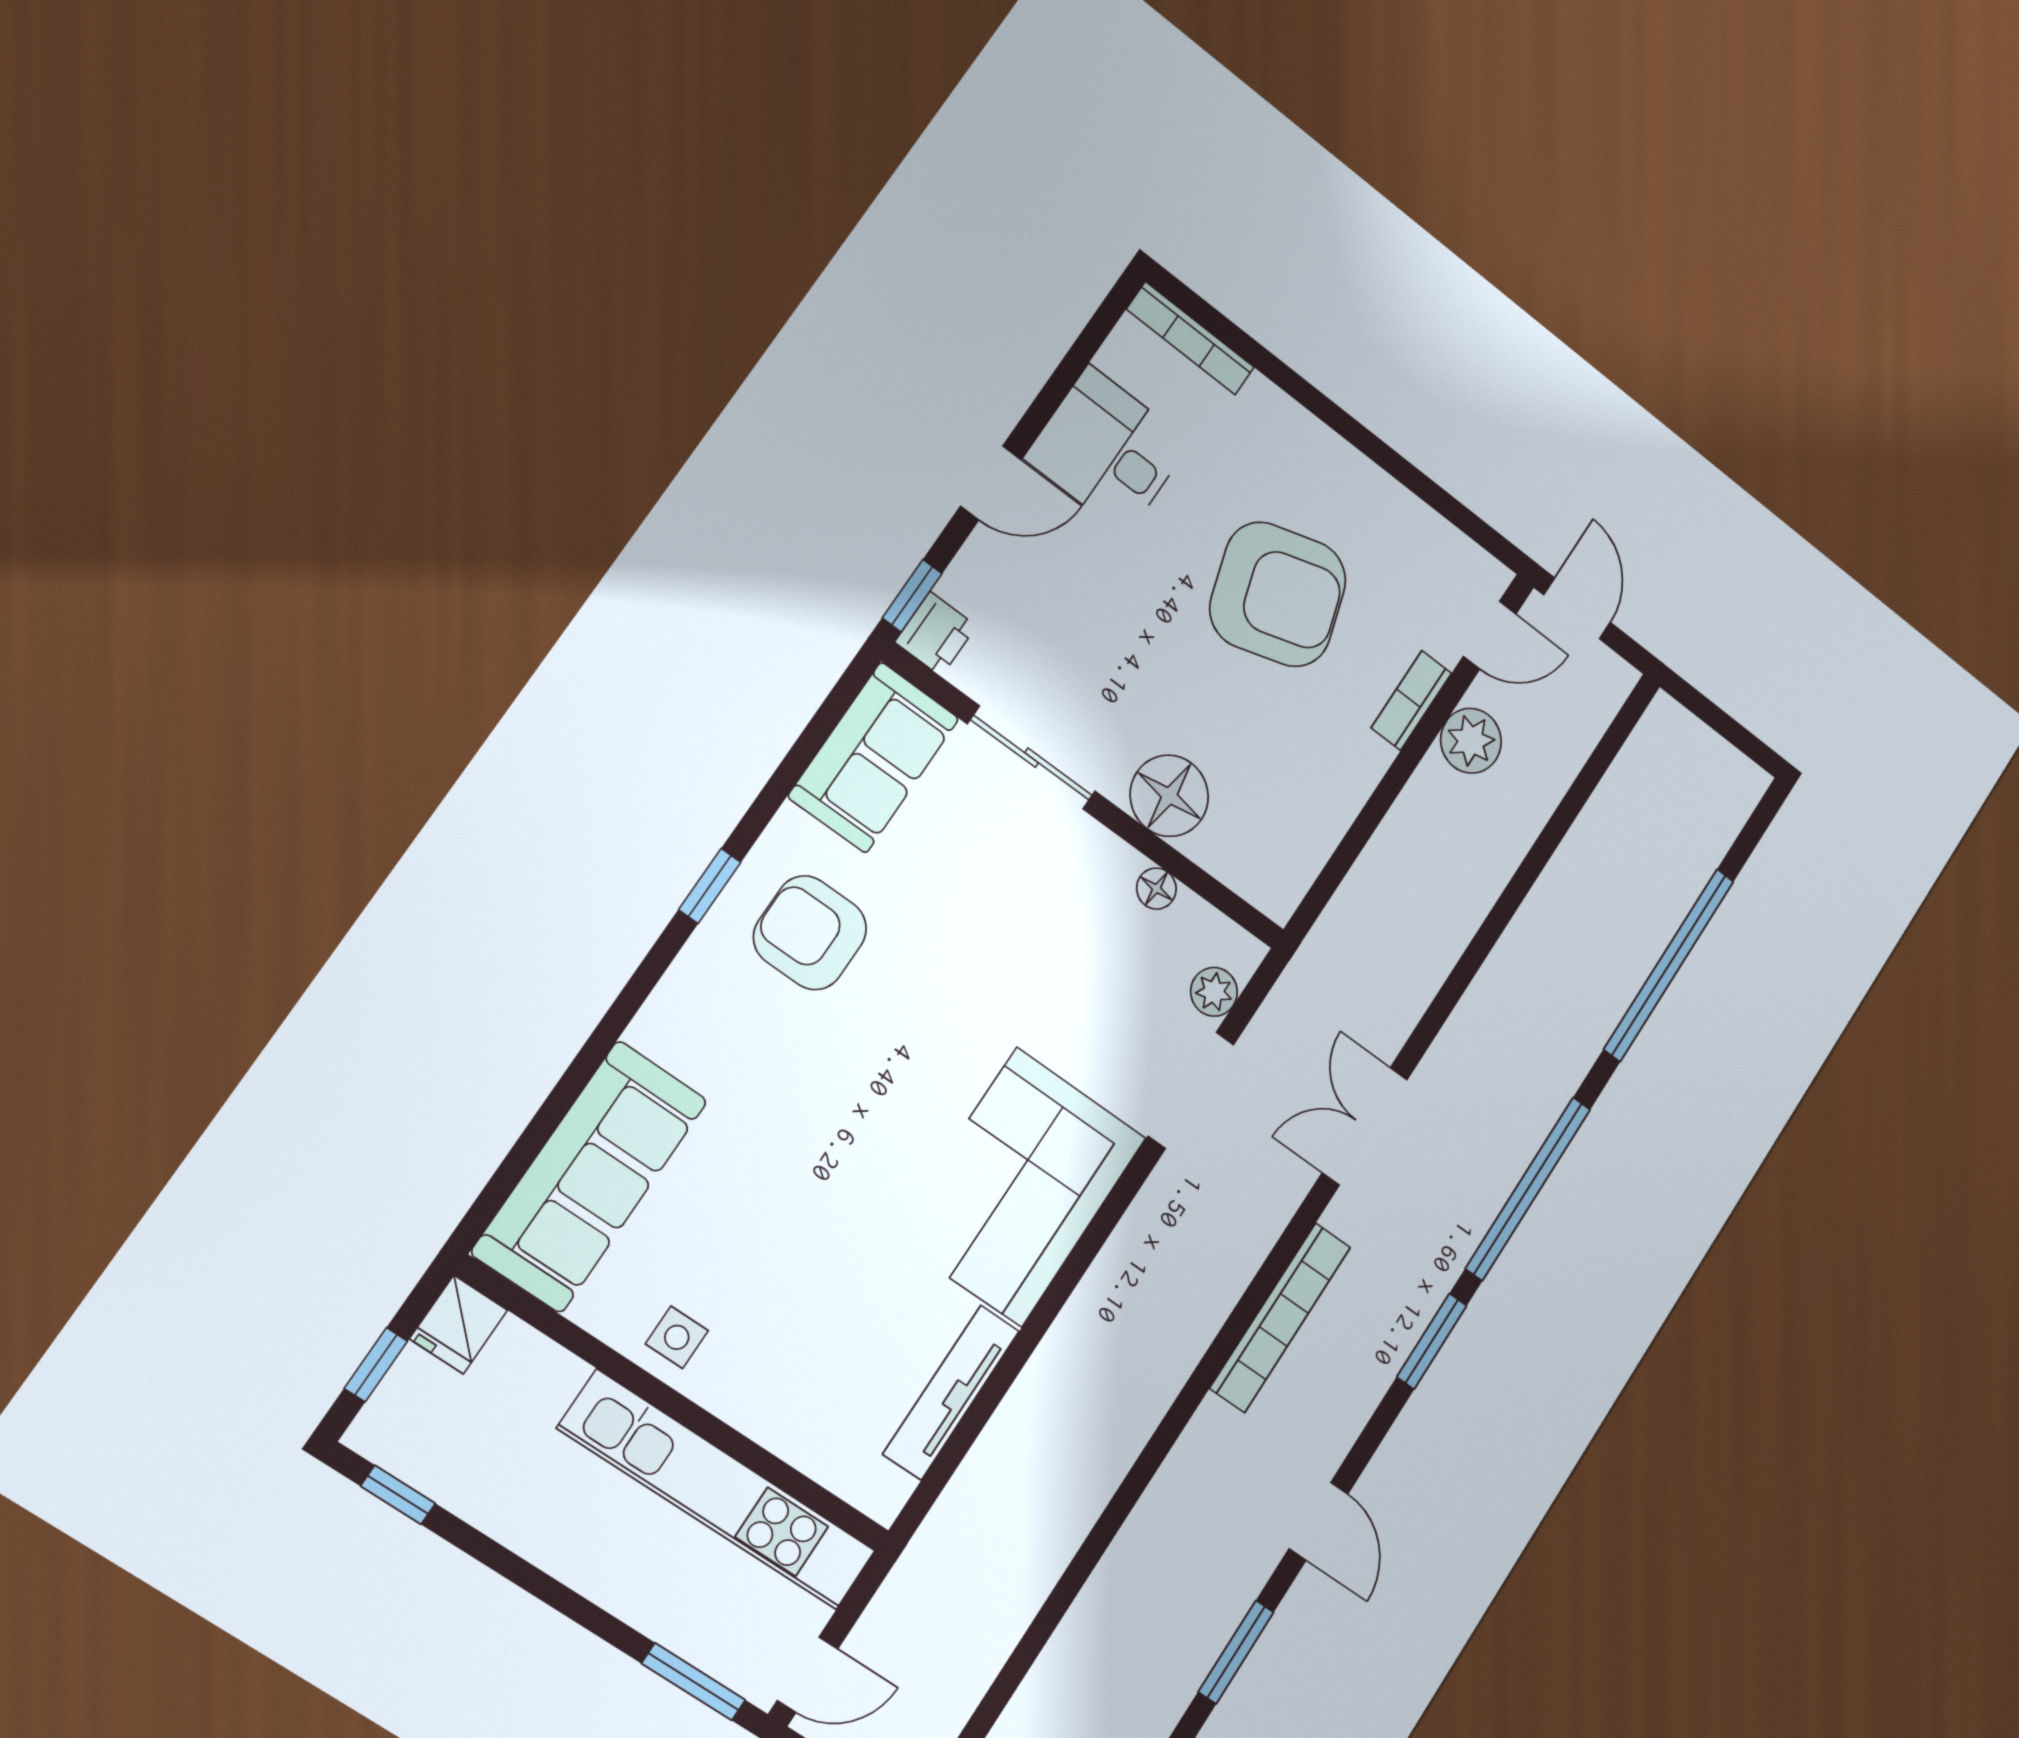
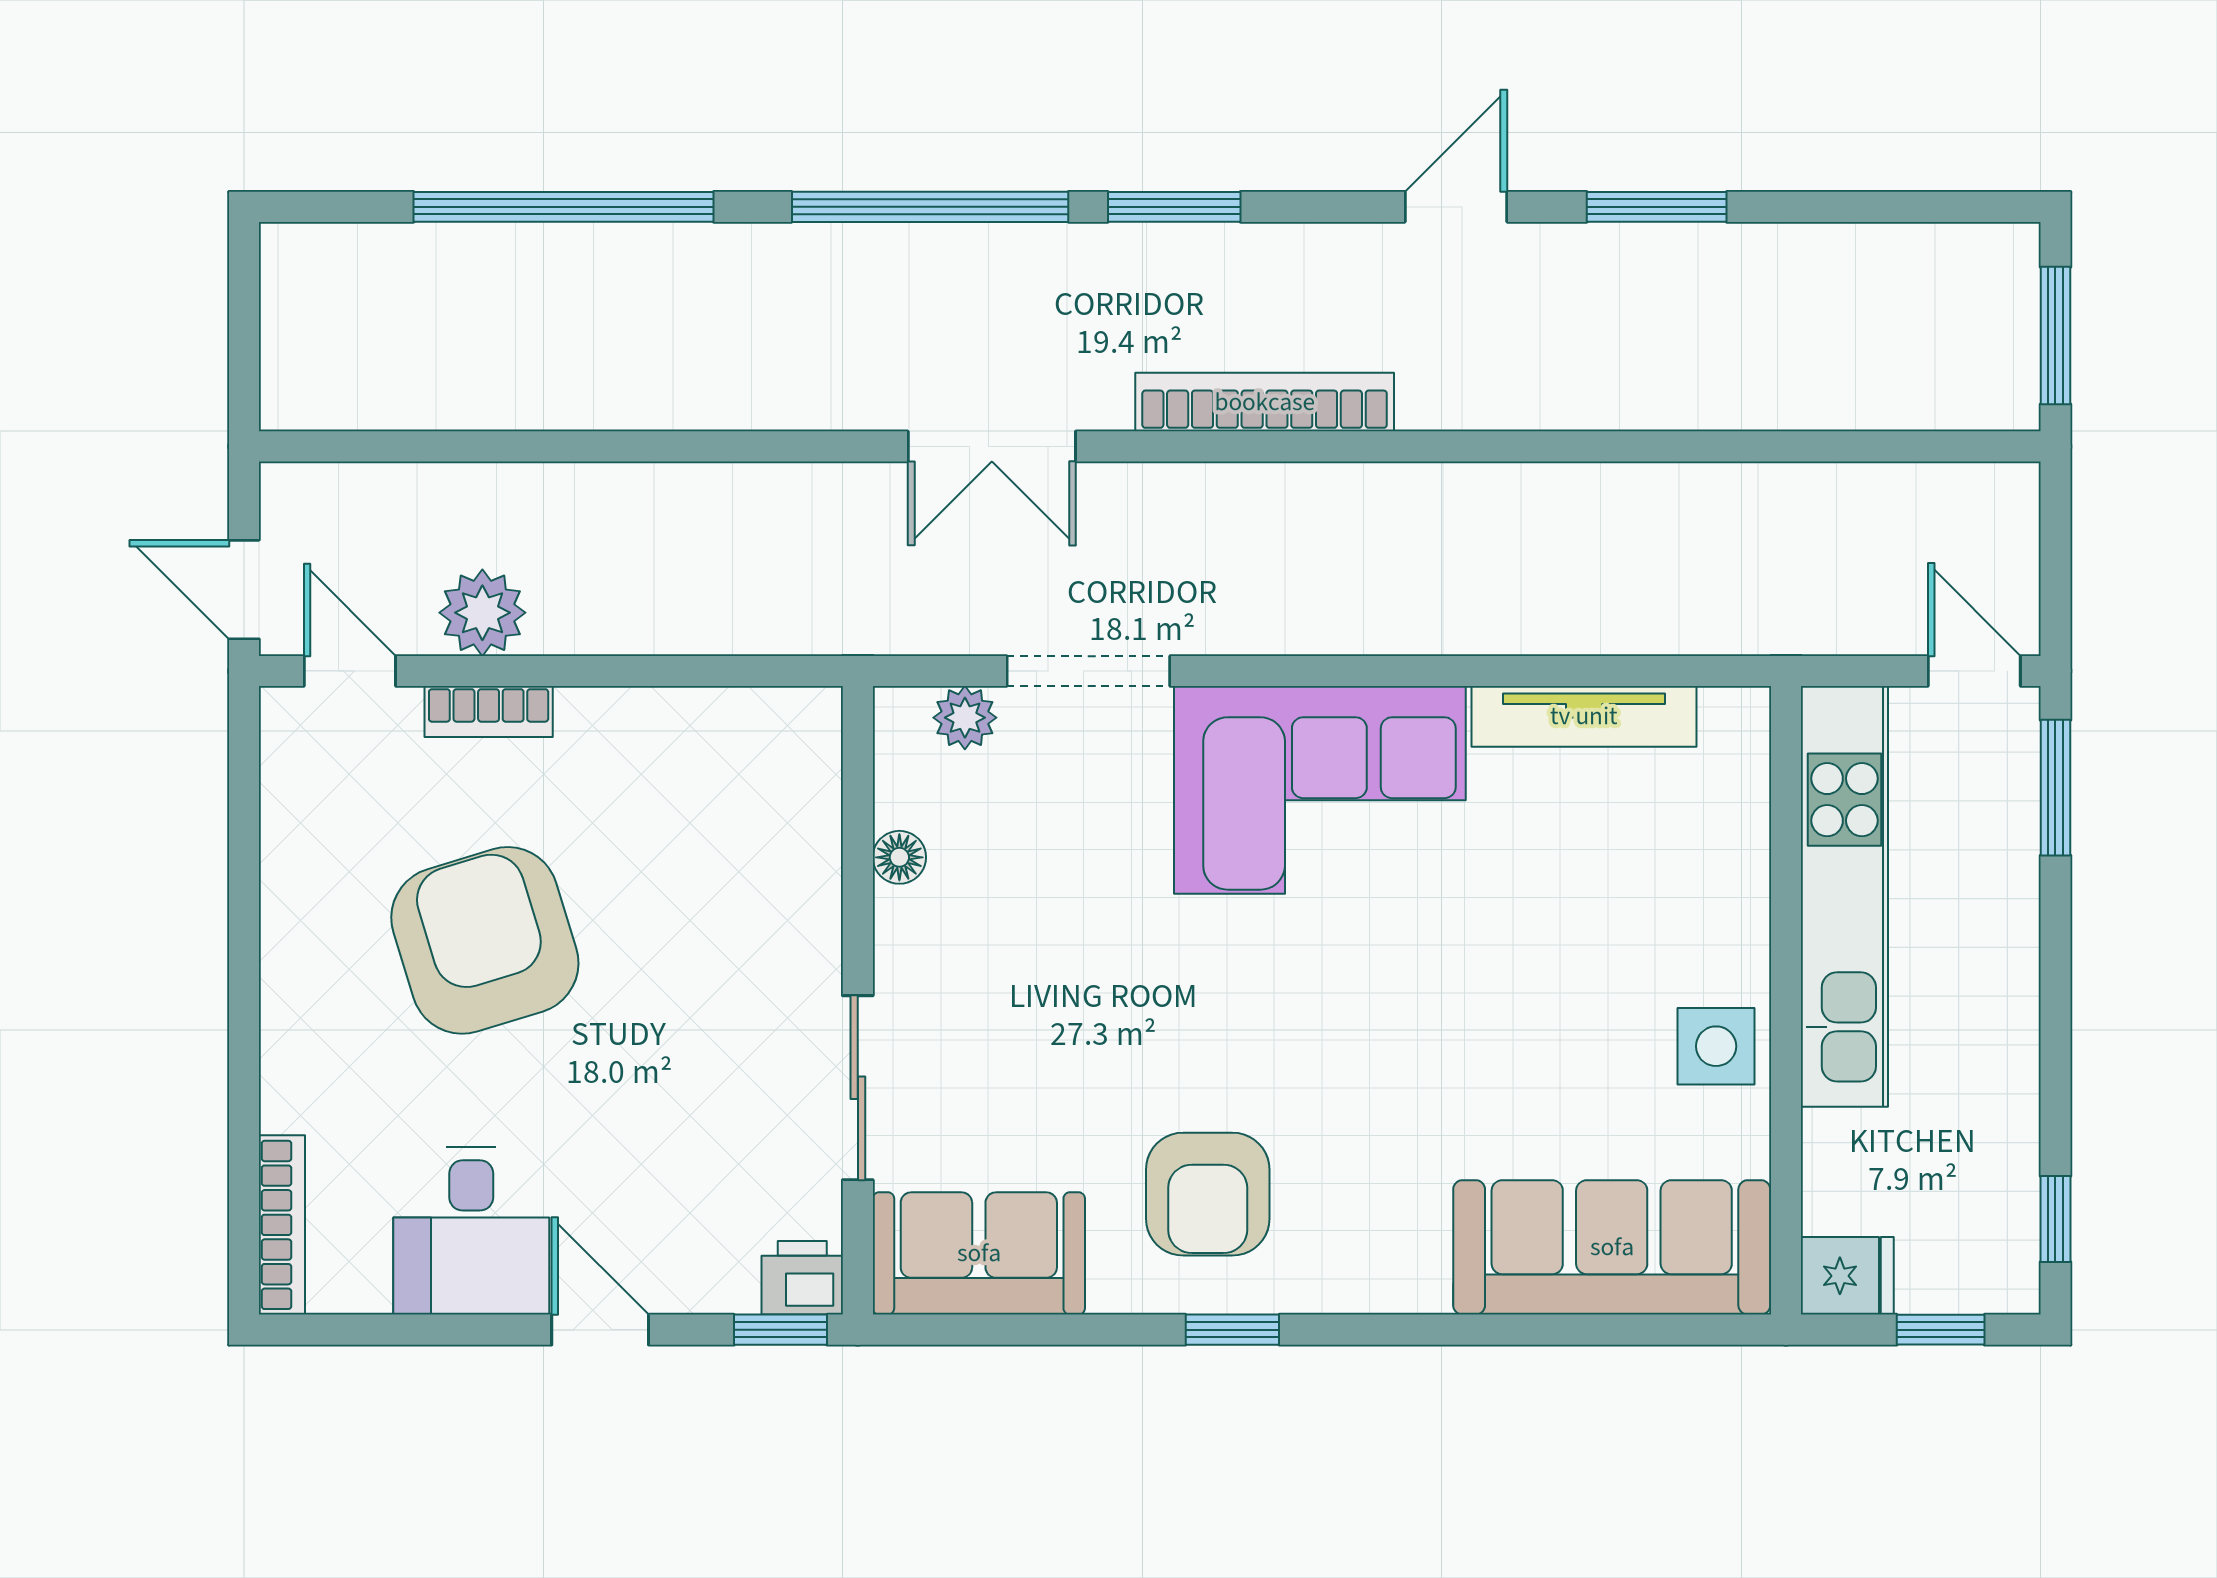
door: (1577, 609) -> (244, 590), hinge flipped
floor lamp: (1169, 796) -> (790, 911), removed
side table: (677, 1337) -> (1716, 1046), width x1.37, depth x1.37

